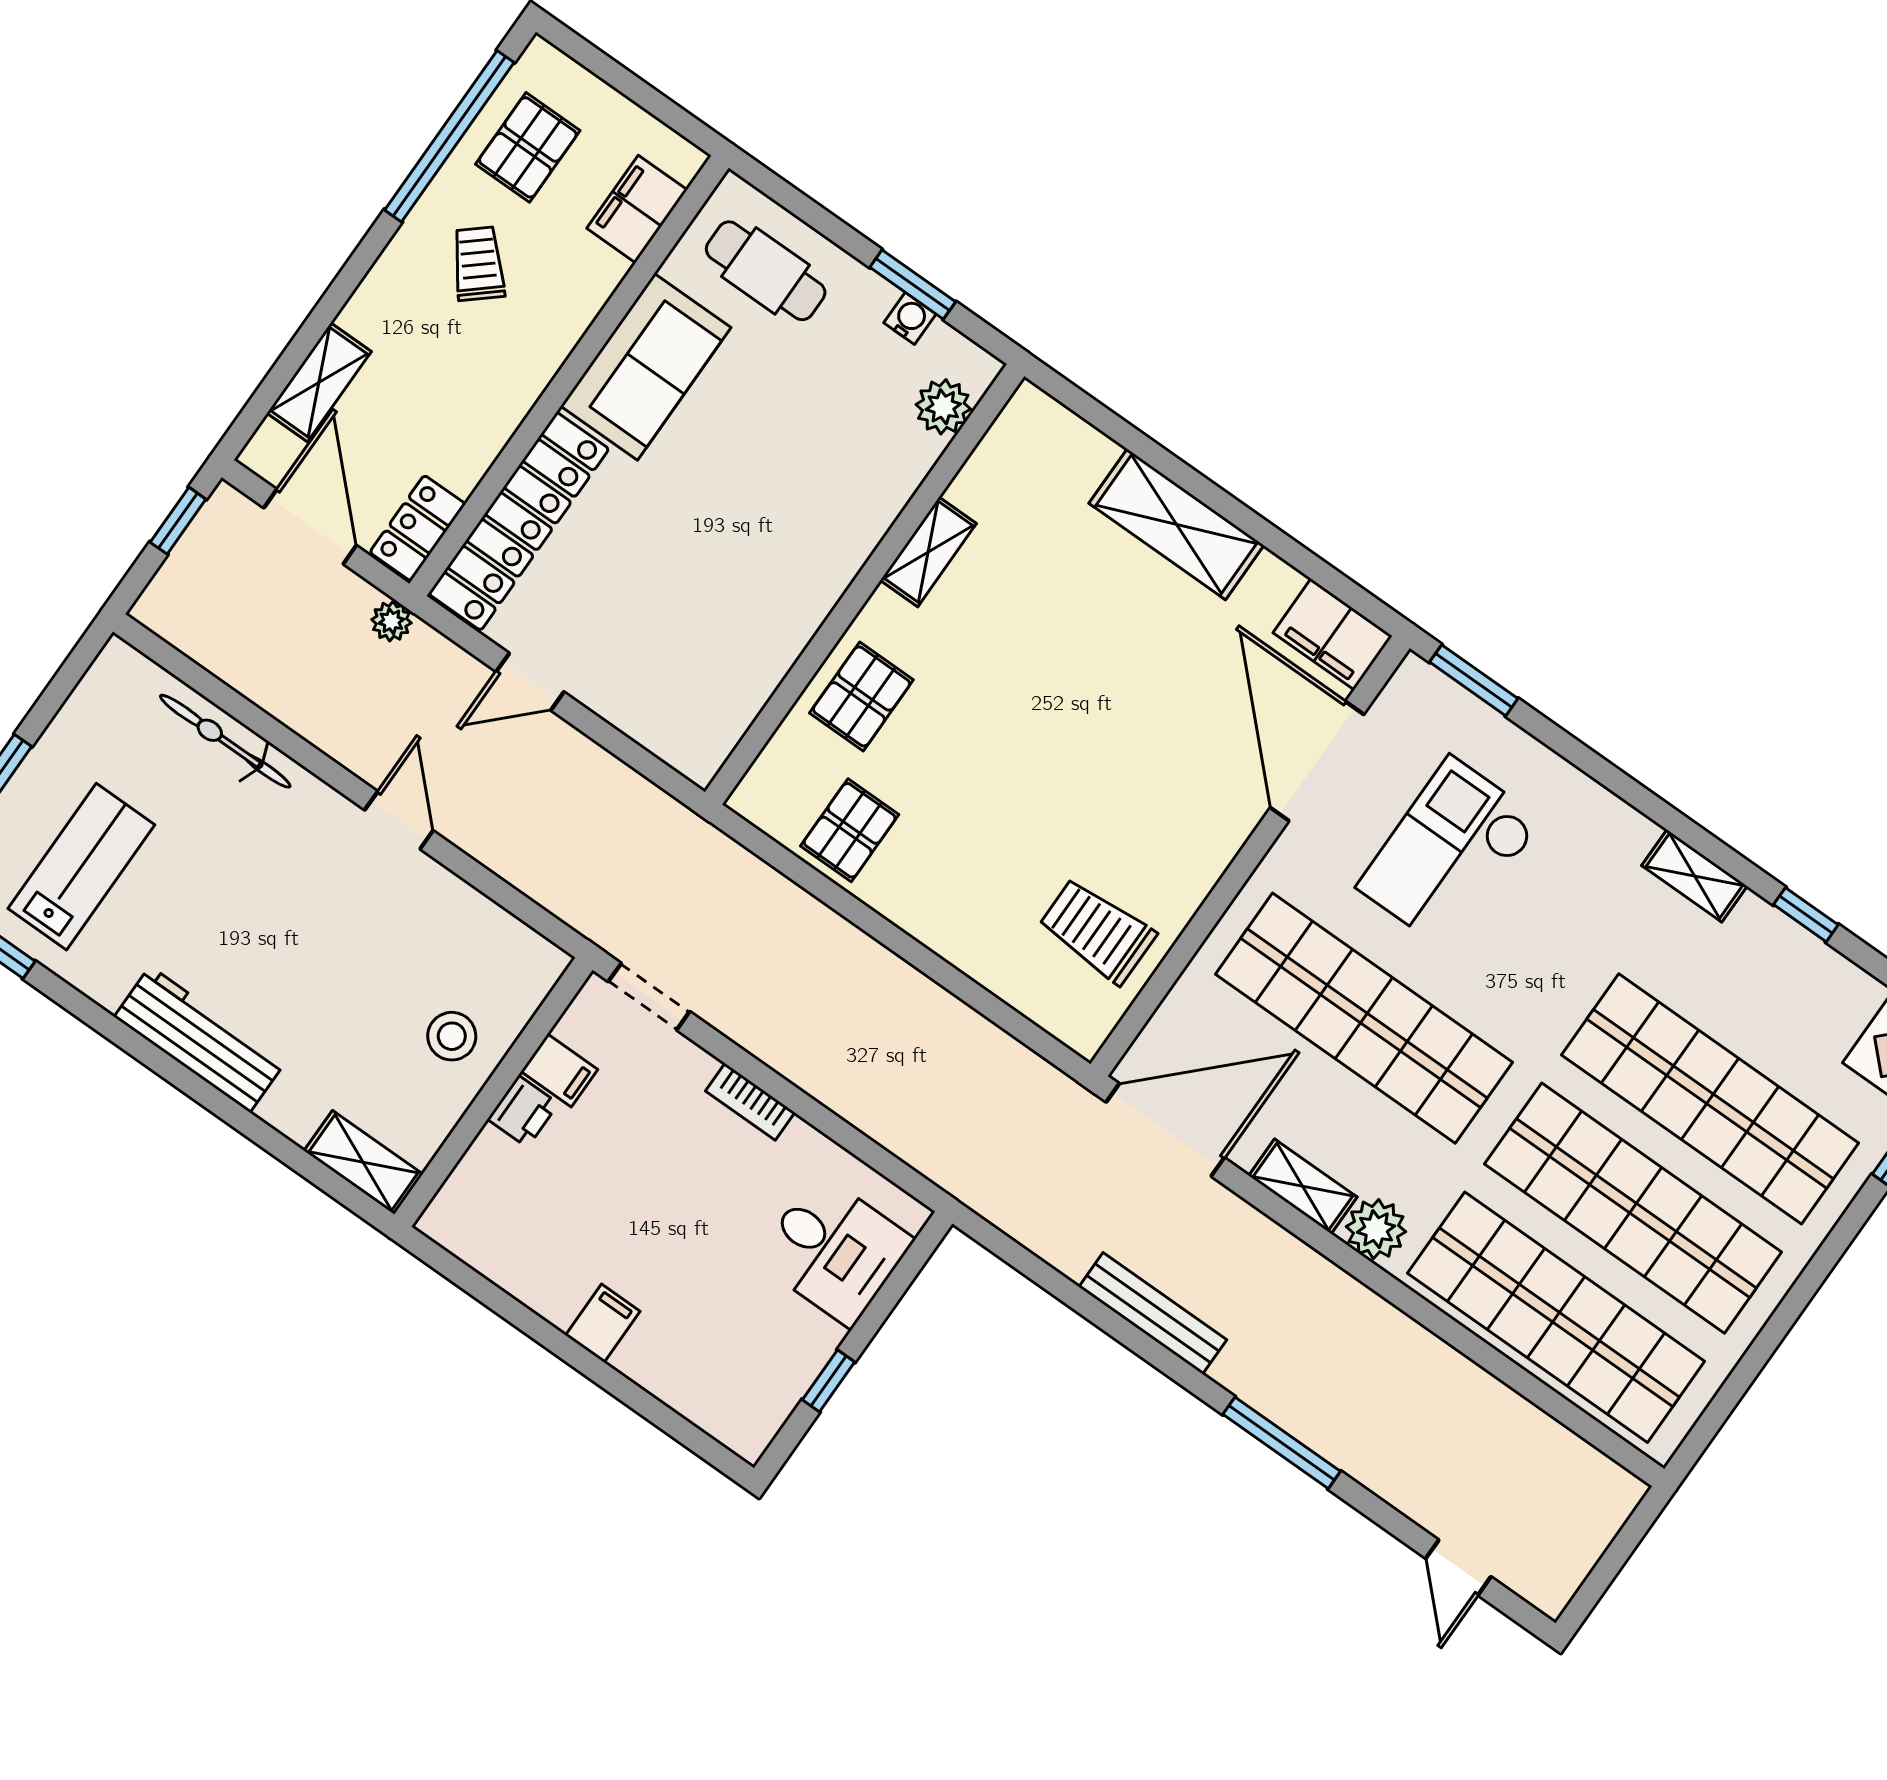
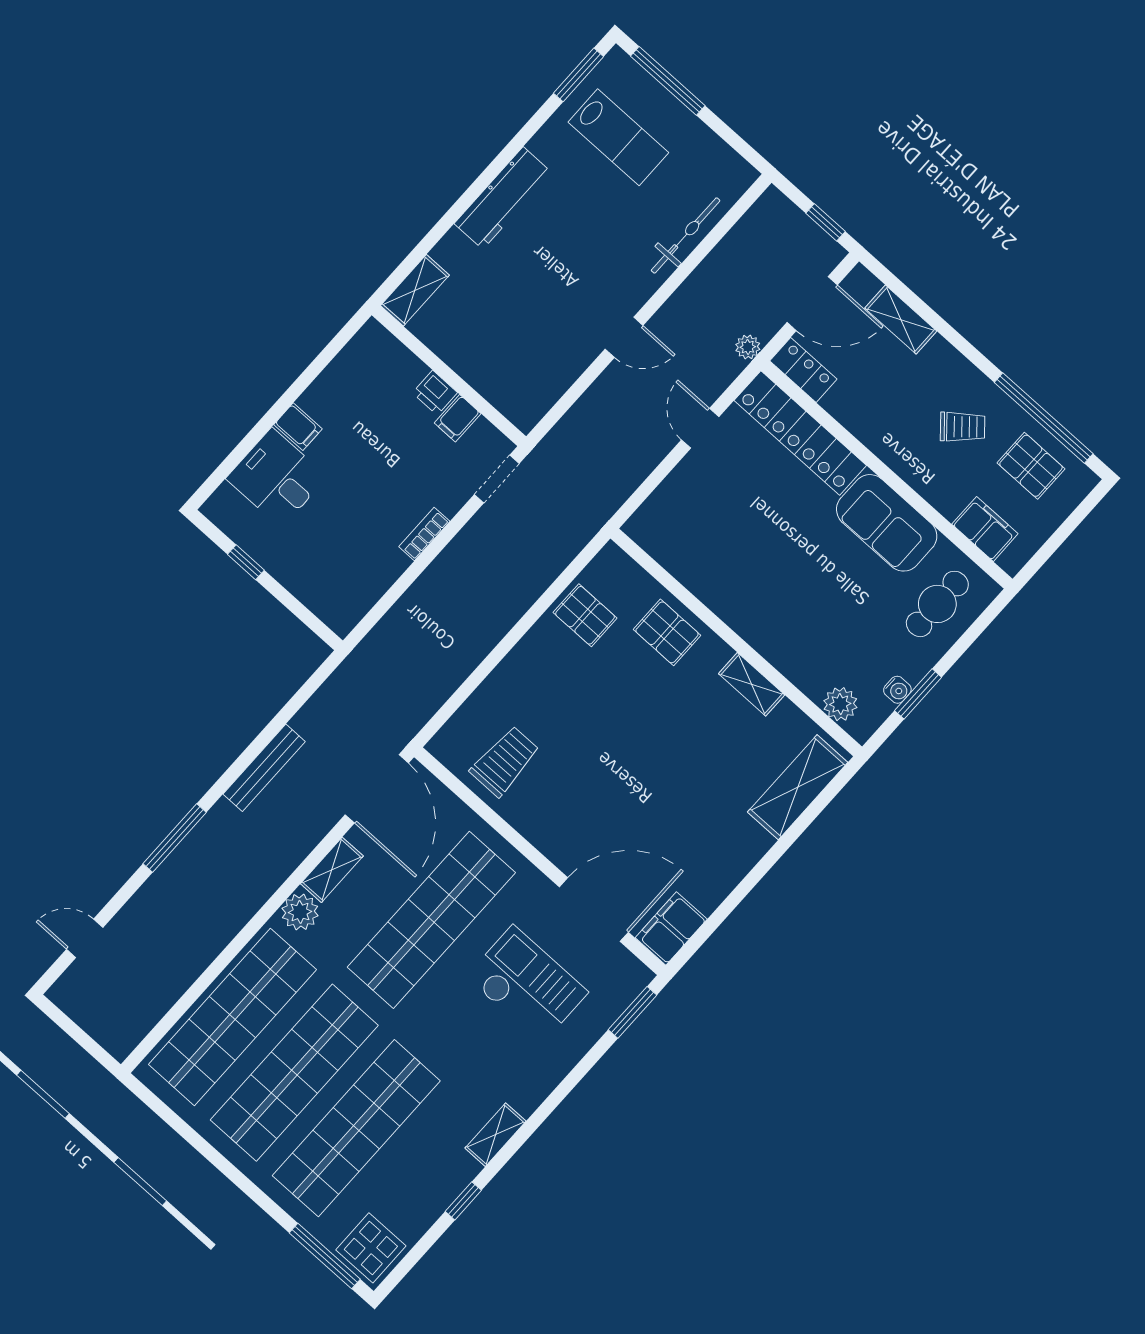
shelving: (1176, 524) -> (798, 787), moved
stool: (452, 1036) -> (487, 354), removed
desk: (834, 1250) -> (277, 478), moved, turned 90

